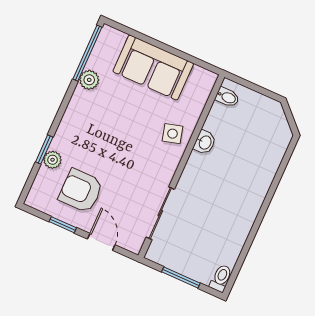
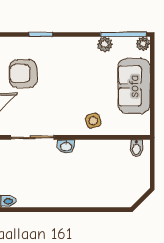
washbasin: (205, 142) -> (66, 146), moved
plant: (53, 160) -> (143, 44), moved
armchair: (81, 191) -> (23, 74), turned -90

